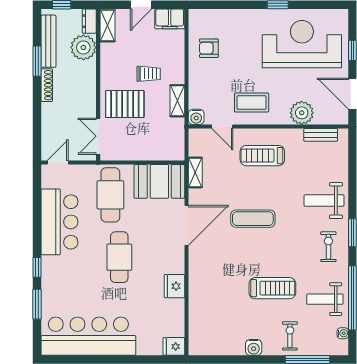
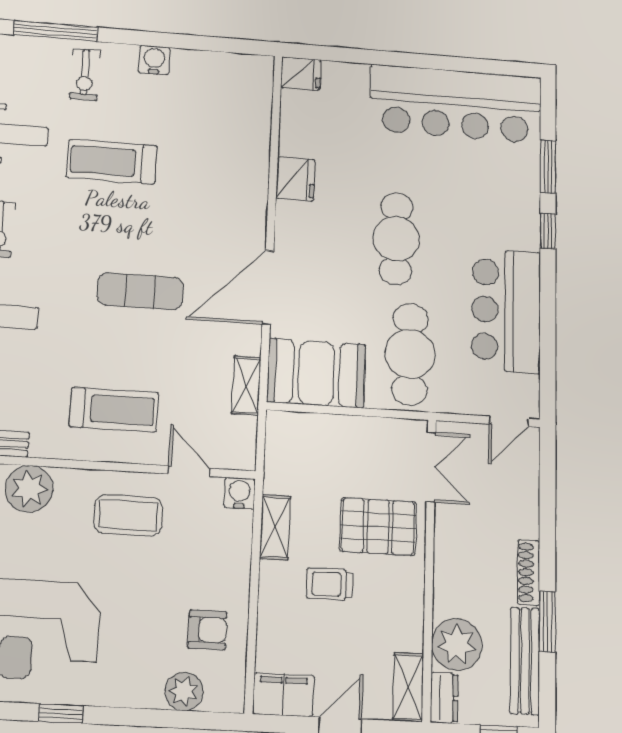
plant: (219, 18) -> (184, 691), added

